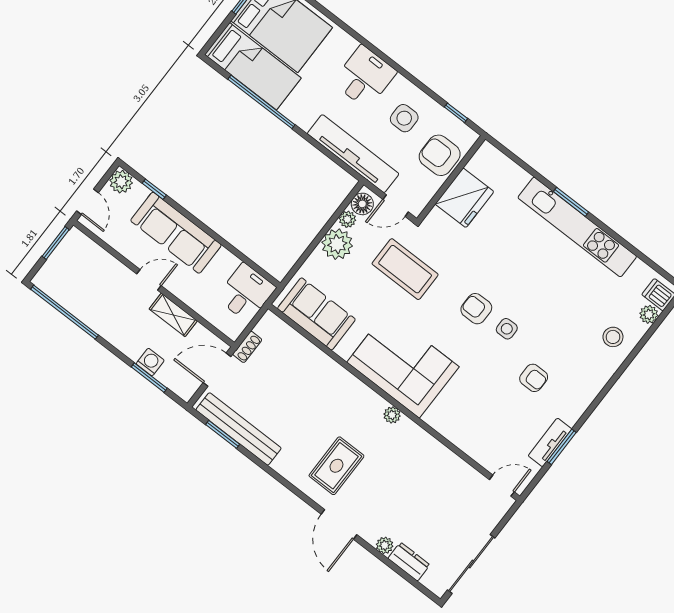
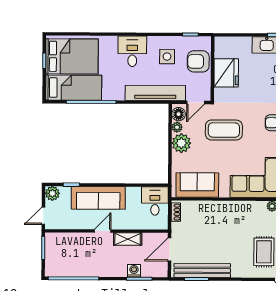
door: (88, 202) -> (43, 216), swing flipped
shoe rack: (247, 347) -> (176, 212), moved

